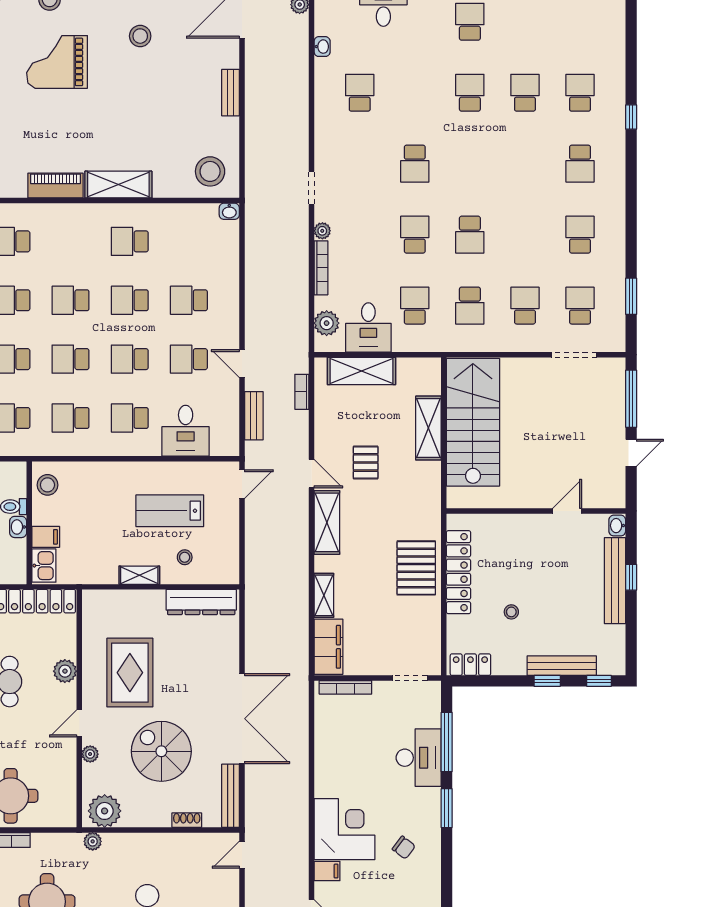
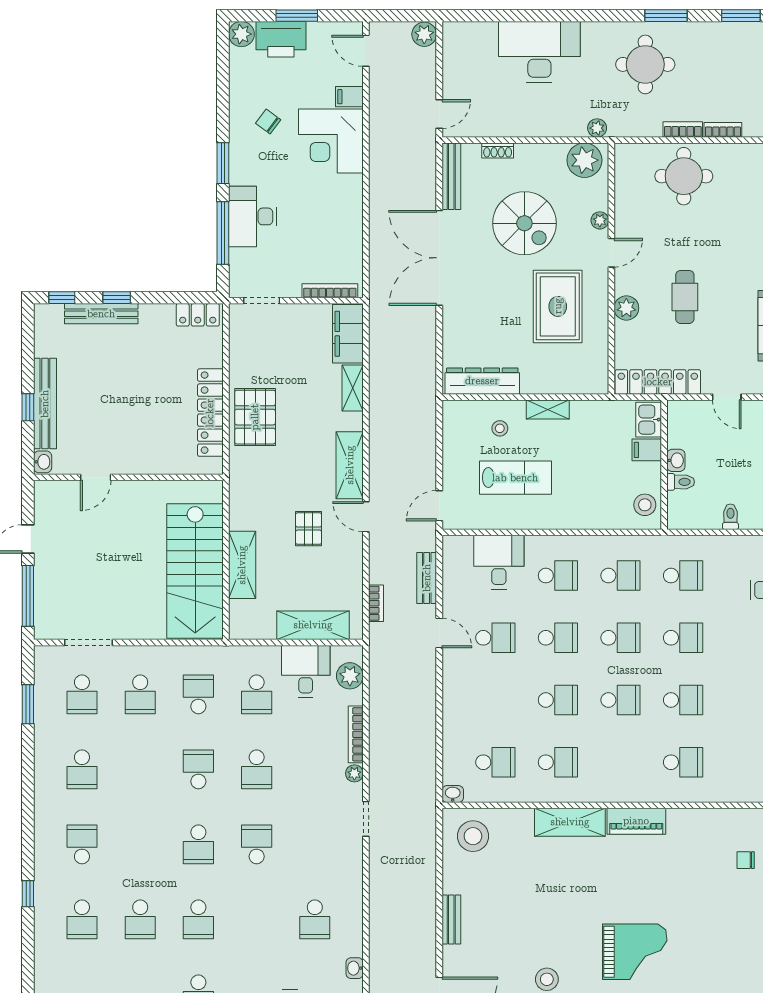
school desk: (470, 164) -> (198, 844), added
school desk: (189, 300) -> (495, 762), moved
stool: (511, 612) -> (155, 371), removed

